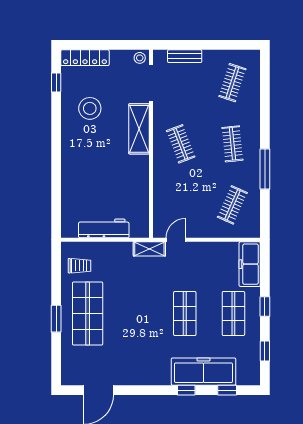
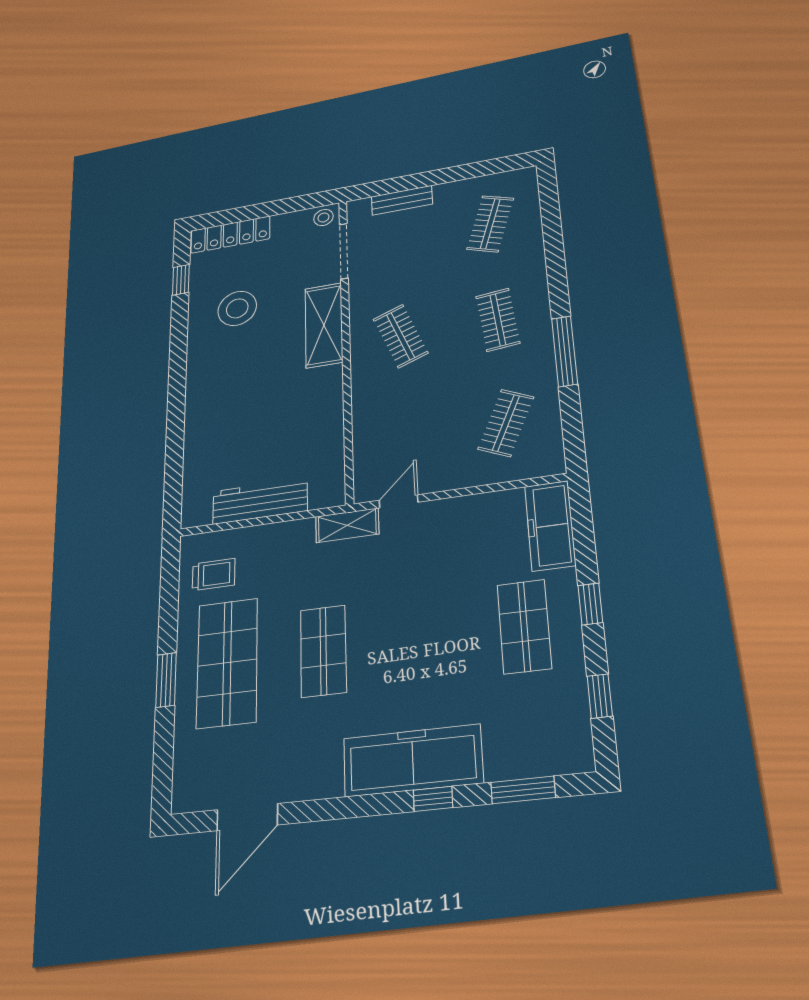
shop shelf: (185, 314) -> (323, 651), moved
freezer: (203, 372) -> (413, 760), moved
window: (227, 390) -> (523, 790), width x1.50

